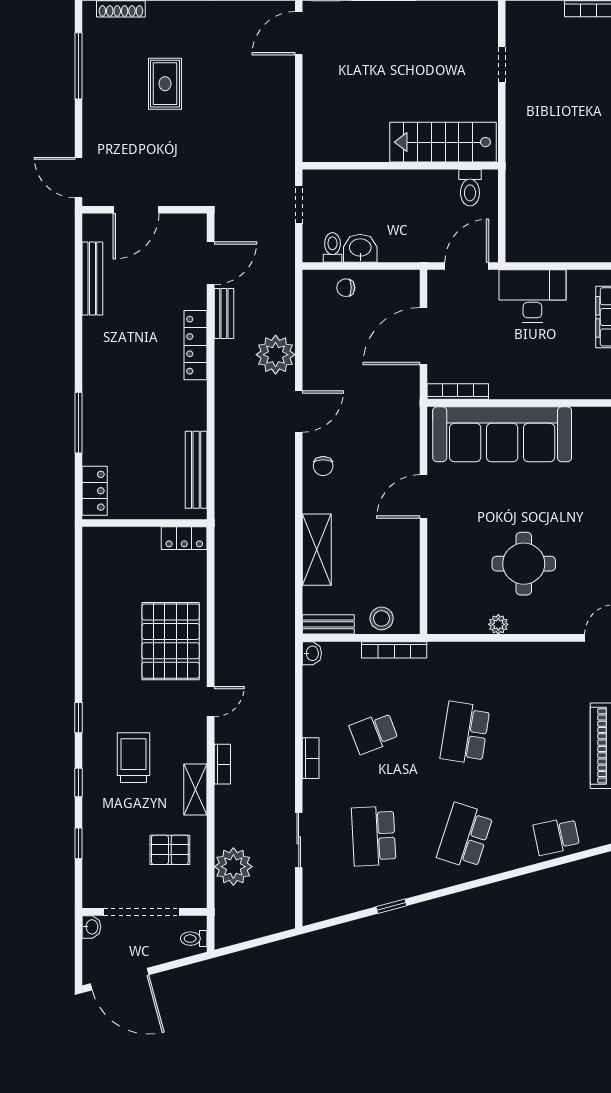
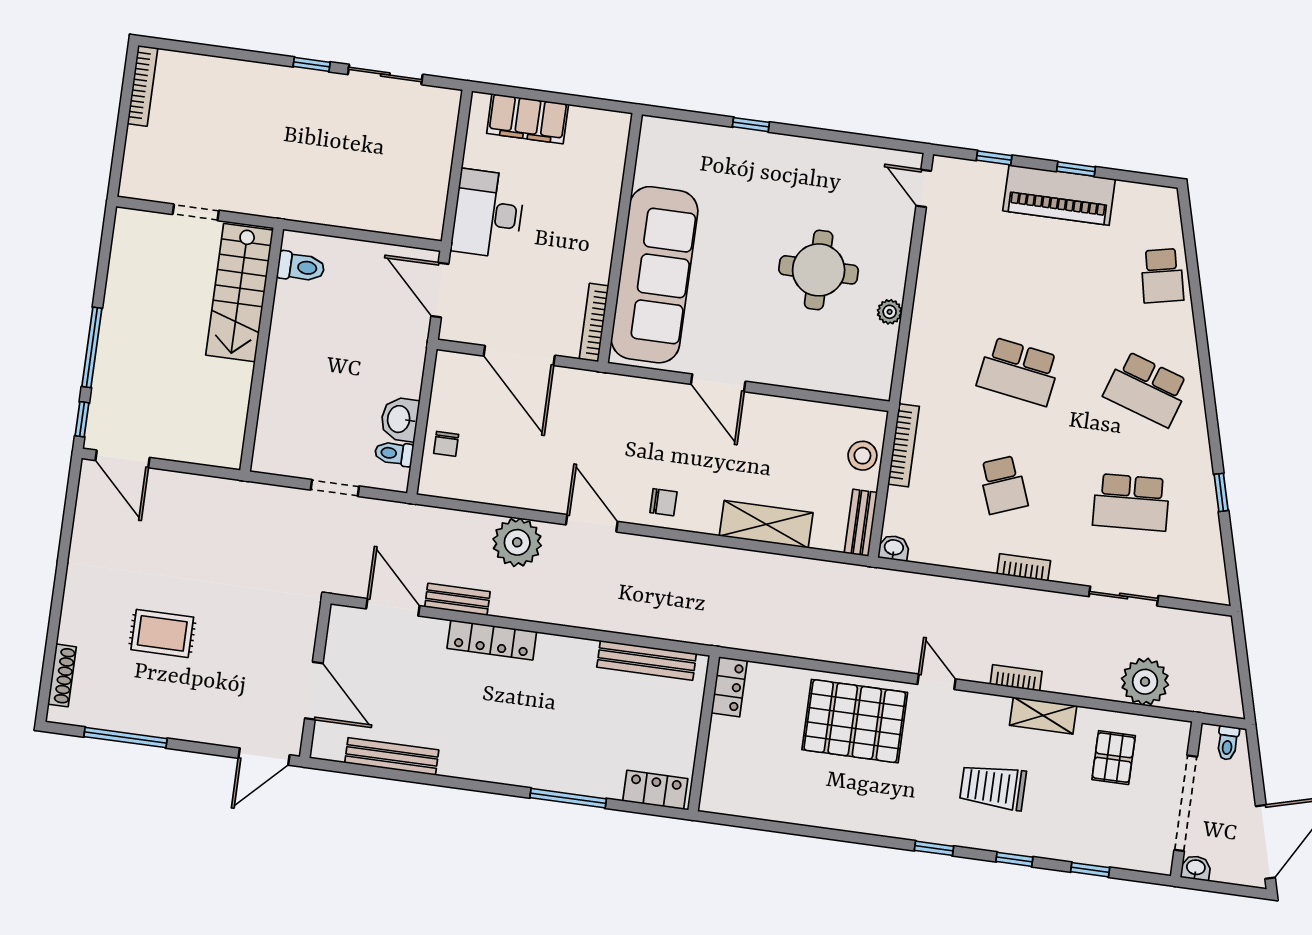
stairs: (443, 142) -> (239, 293), moved
wall: (400, 166) -> (262, 350), moved
toilet: (470, 188) -> (301, 267), moved

